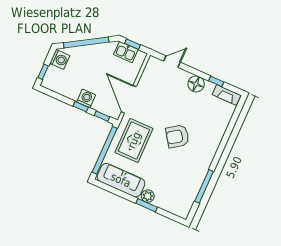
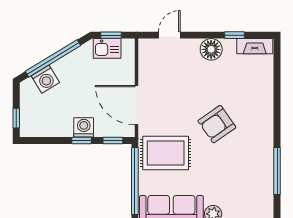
washing machine: (60, 59) -> (45, 79), moved, turned 59
rug: (134, 140) -> (166, 153), turned 90

